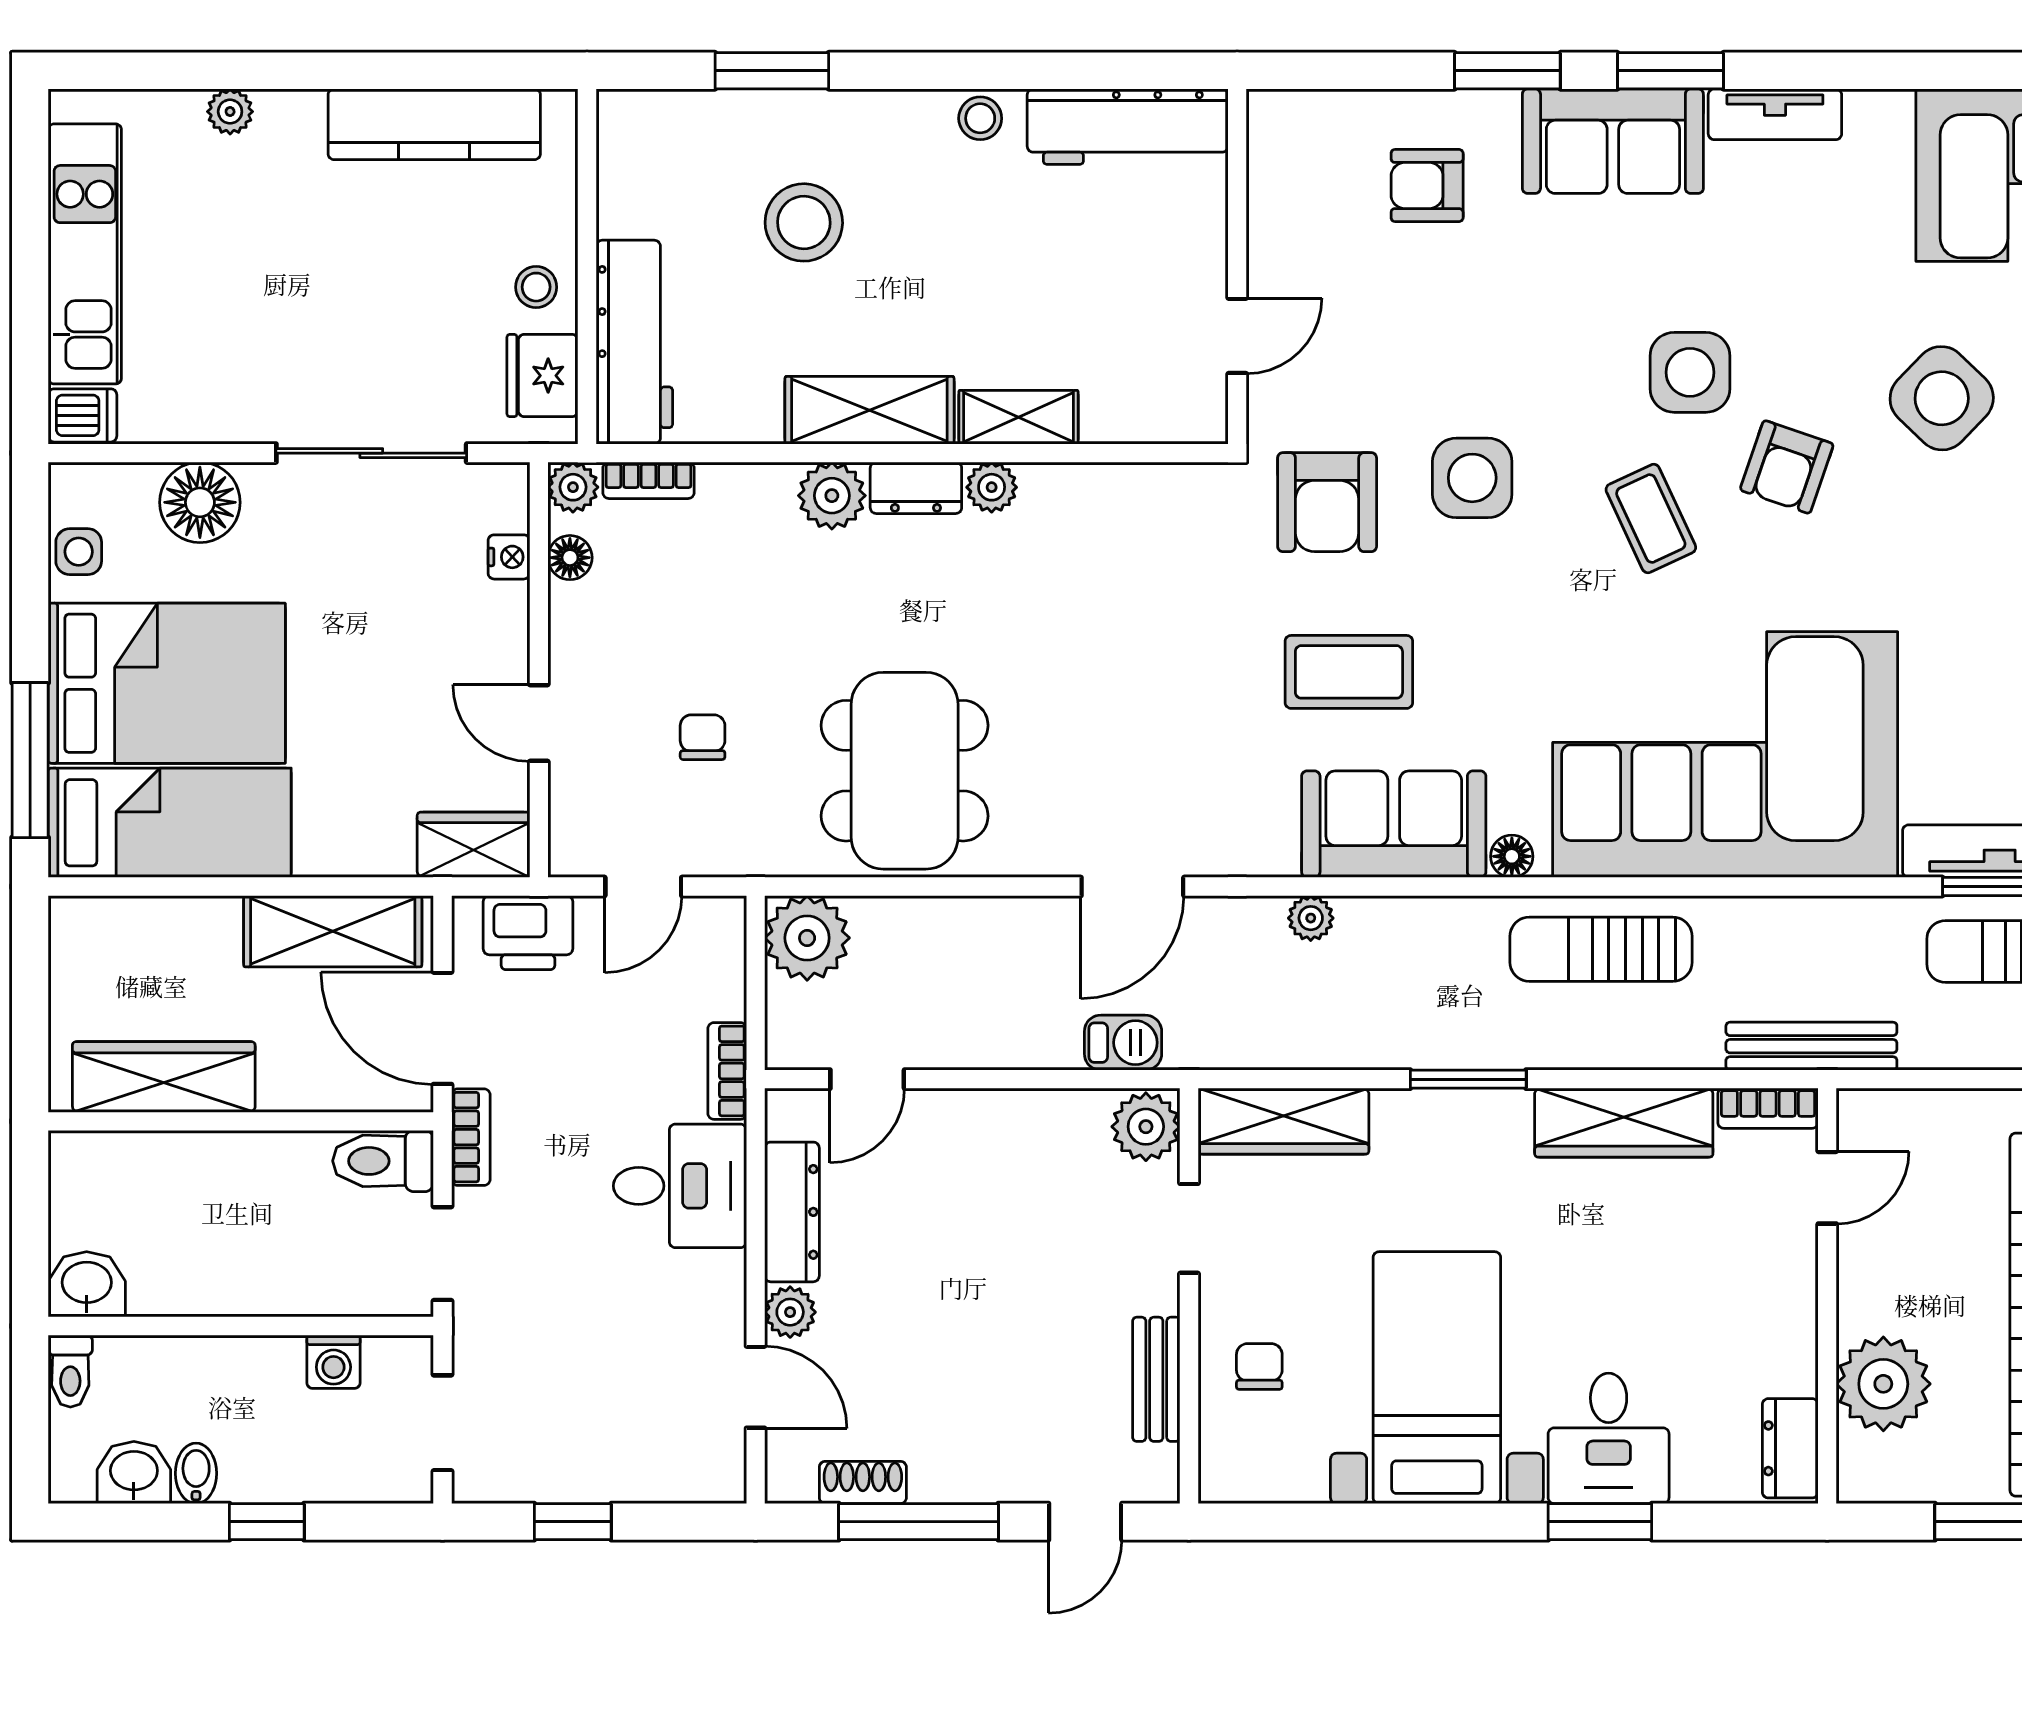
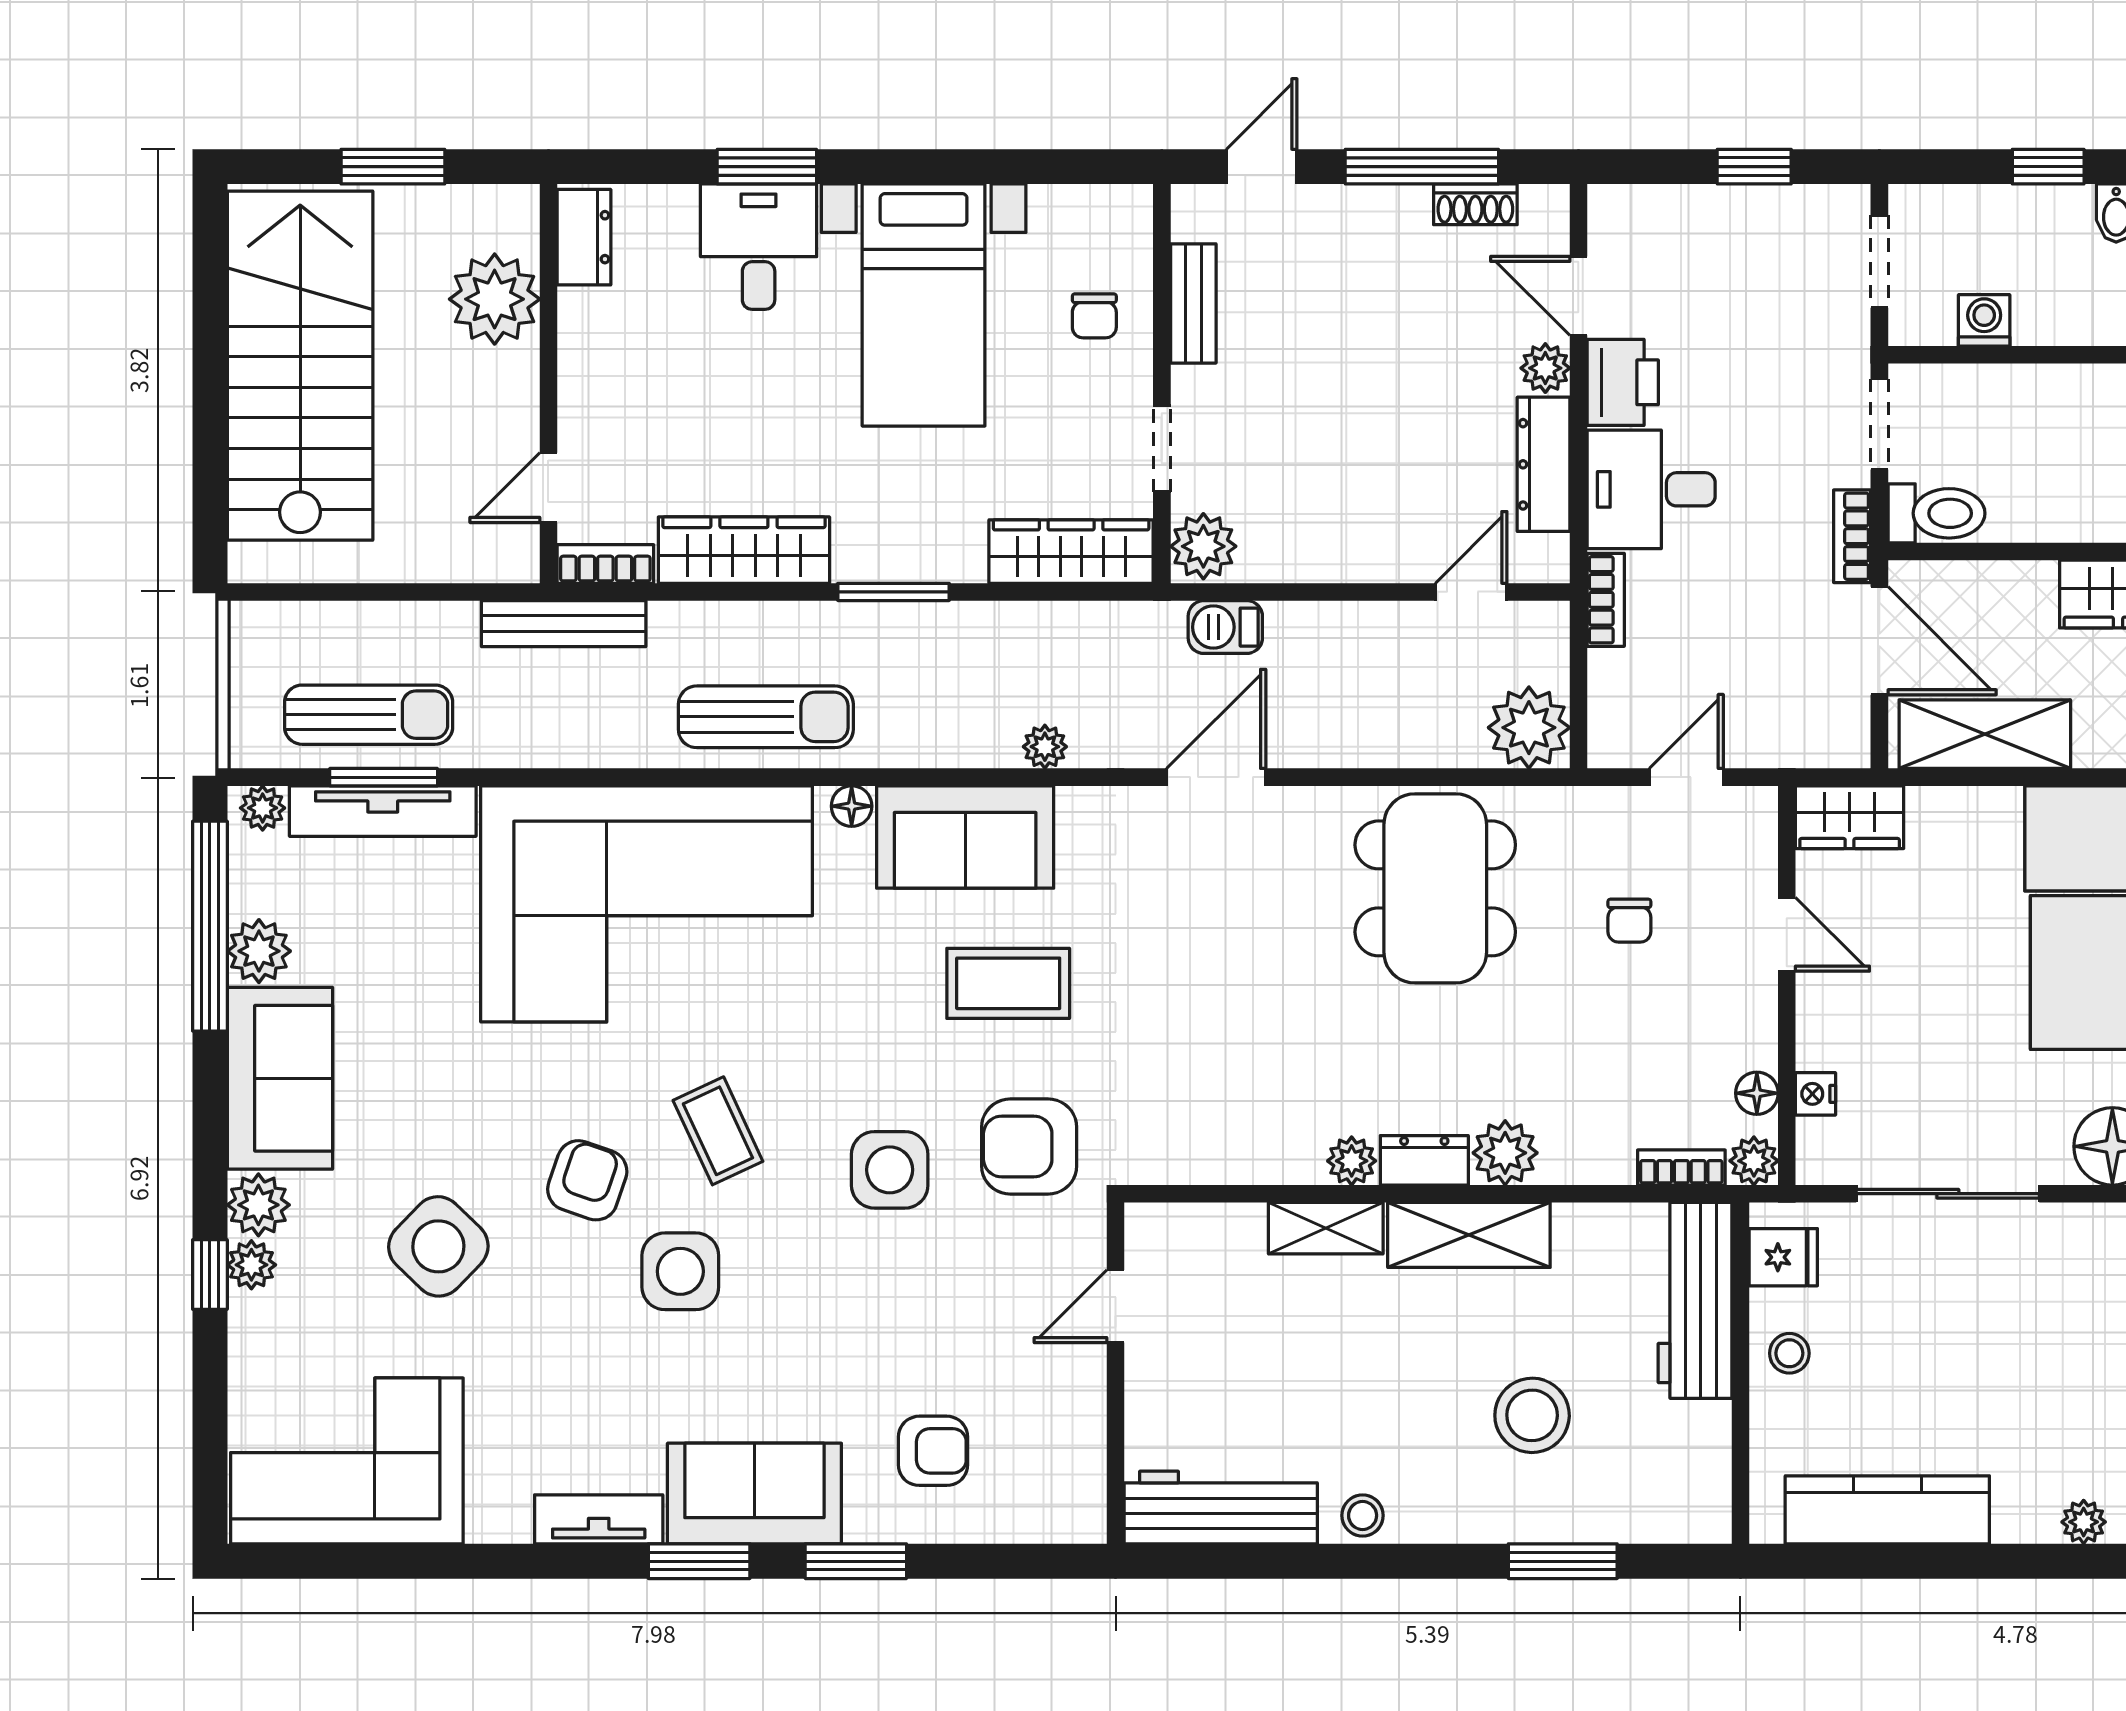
fridge: (542, 376) -> (1783, 1257), width x0.72
armchair: (1327, 502) -> (1029, 1147), turned -90
printer: (528, 933) -> (1623, 382), moved, turned 90

